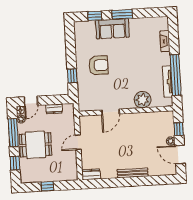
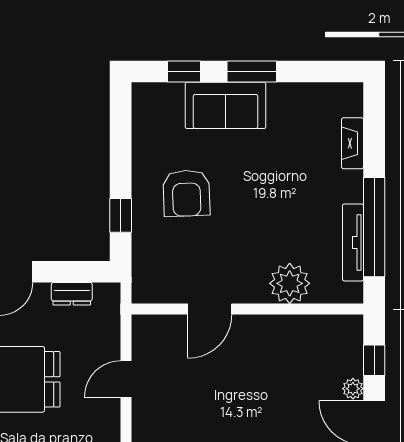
armchair: (98, 65) -> (186, 193), turned 88

